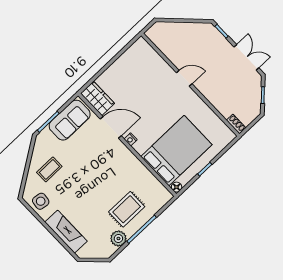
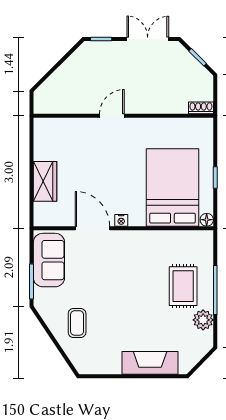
wardrobe: (97, 98) -> (45, 181), moved, turned 90
door: (111, 127) -> (92, 228), hinge flipped
side table: (41, 201) -> (99, 359), removed

